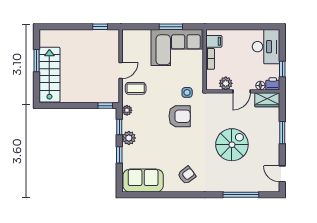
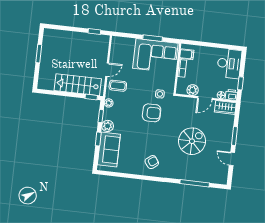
stairs: (49, 75) -> (78, 85), moved, turned -90
door: (282, 174) -> (232, 159), moved
sofa: (143, 181) -> (109, 150), moved, turned 90

